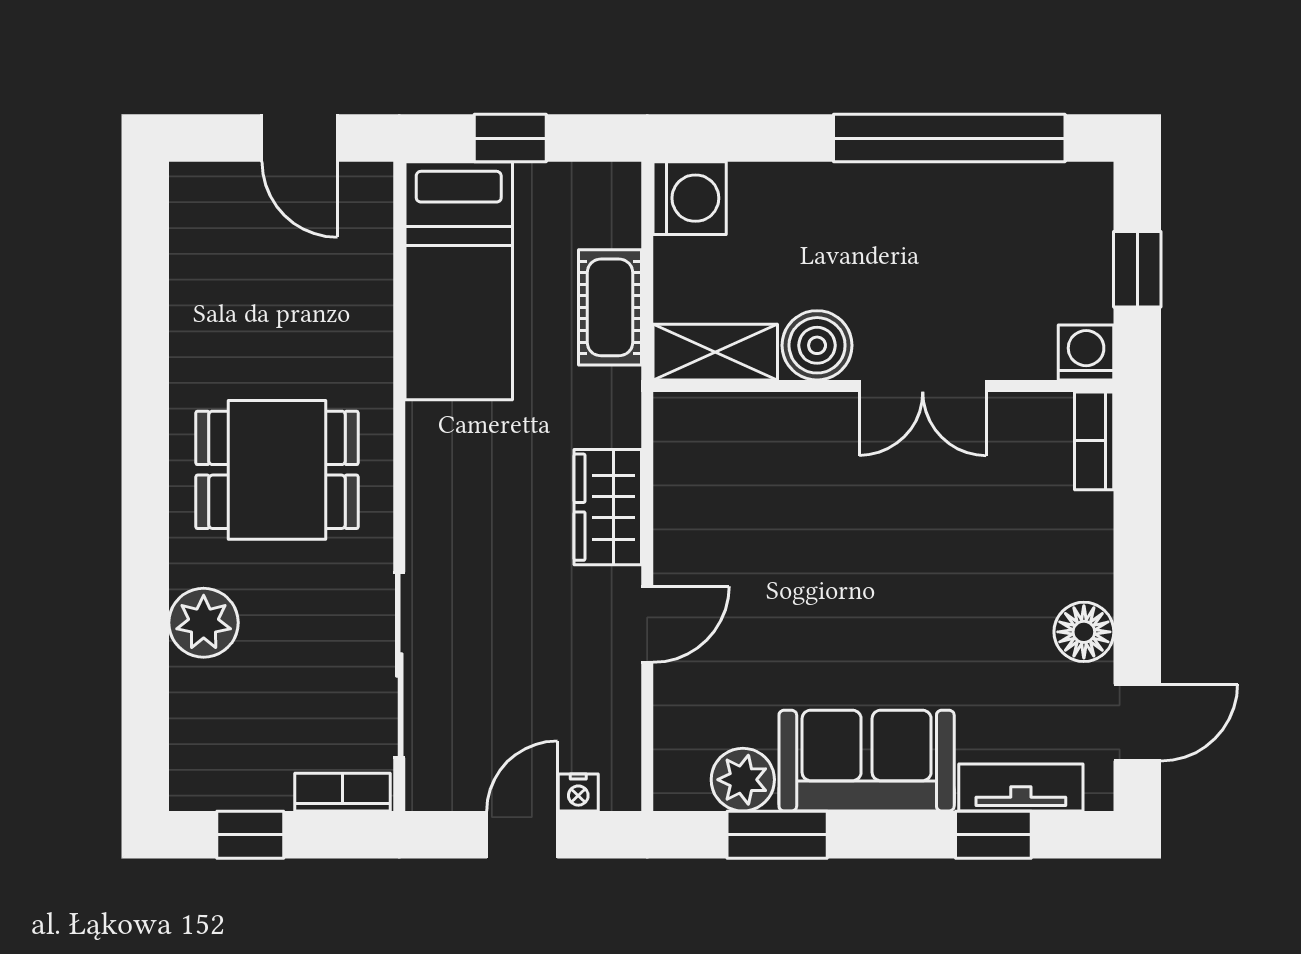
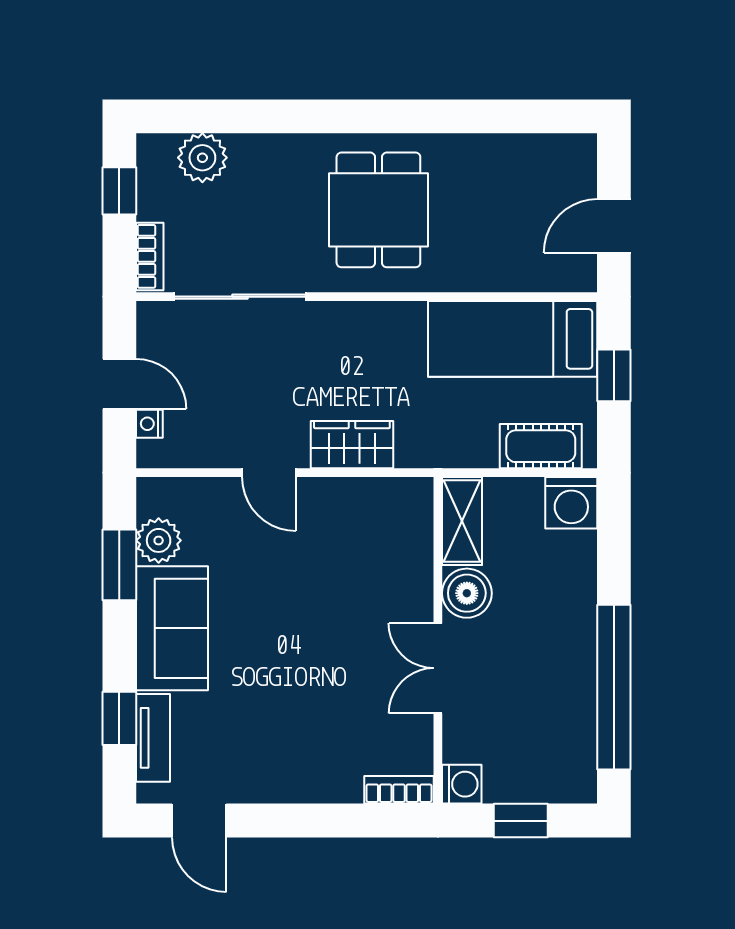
cot: (610, 307) -> (541, 446), moved
plant: (204, 623) -> (202, 158), moved
floor lamp: (1084, 632) -> (263, 783), removed

